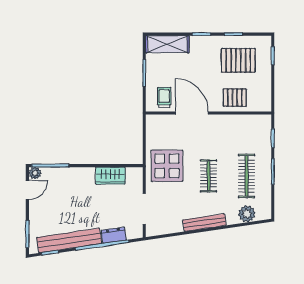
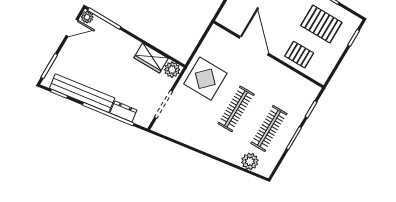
trolley: (164, 98) -> (238, 18), removed
plant: (134, 175) -> (172, 70), added
clothes rail: (209, 176) -> (236, 109), width x1.36
bench: (204, 223) -> (208, 147), removed

